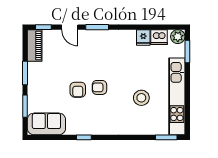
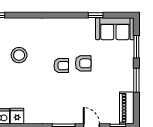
armchair: (78, 90) -> (83, 63), turned 90
window: (84, 137) -> (96, 15), moved

